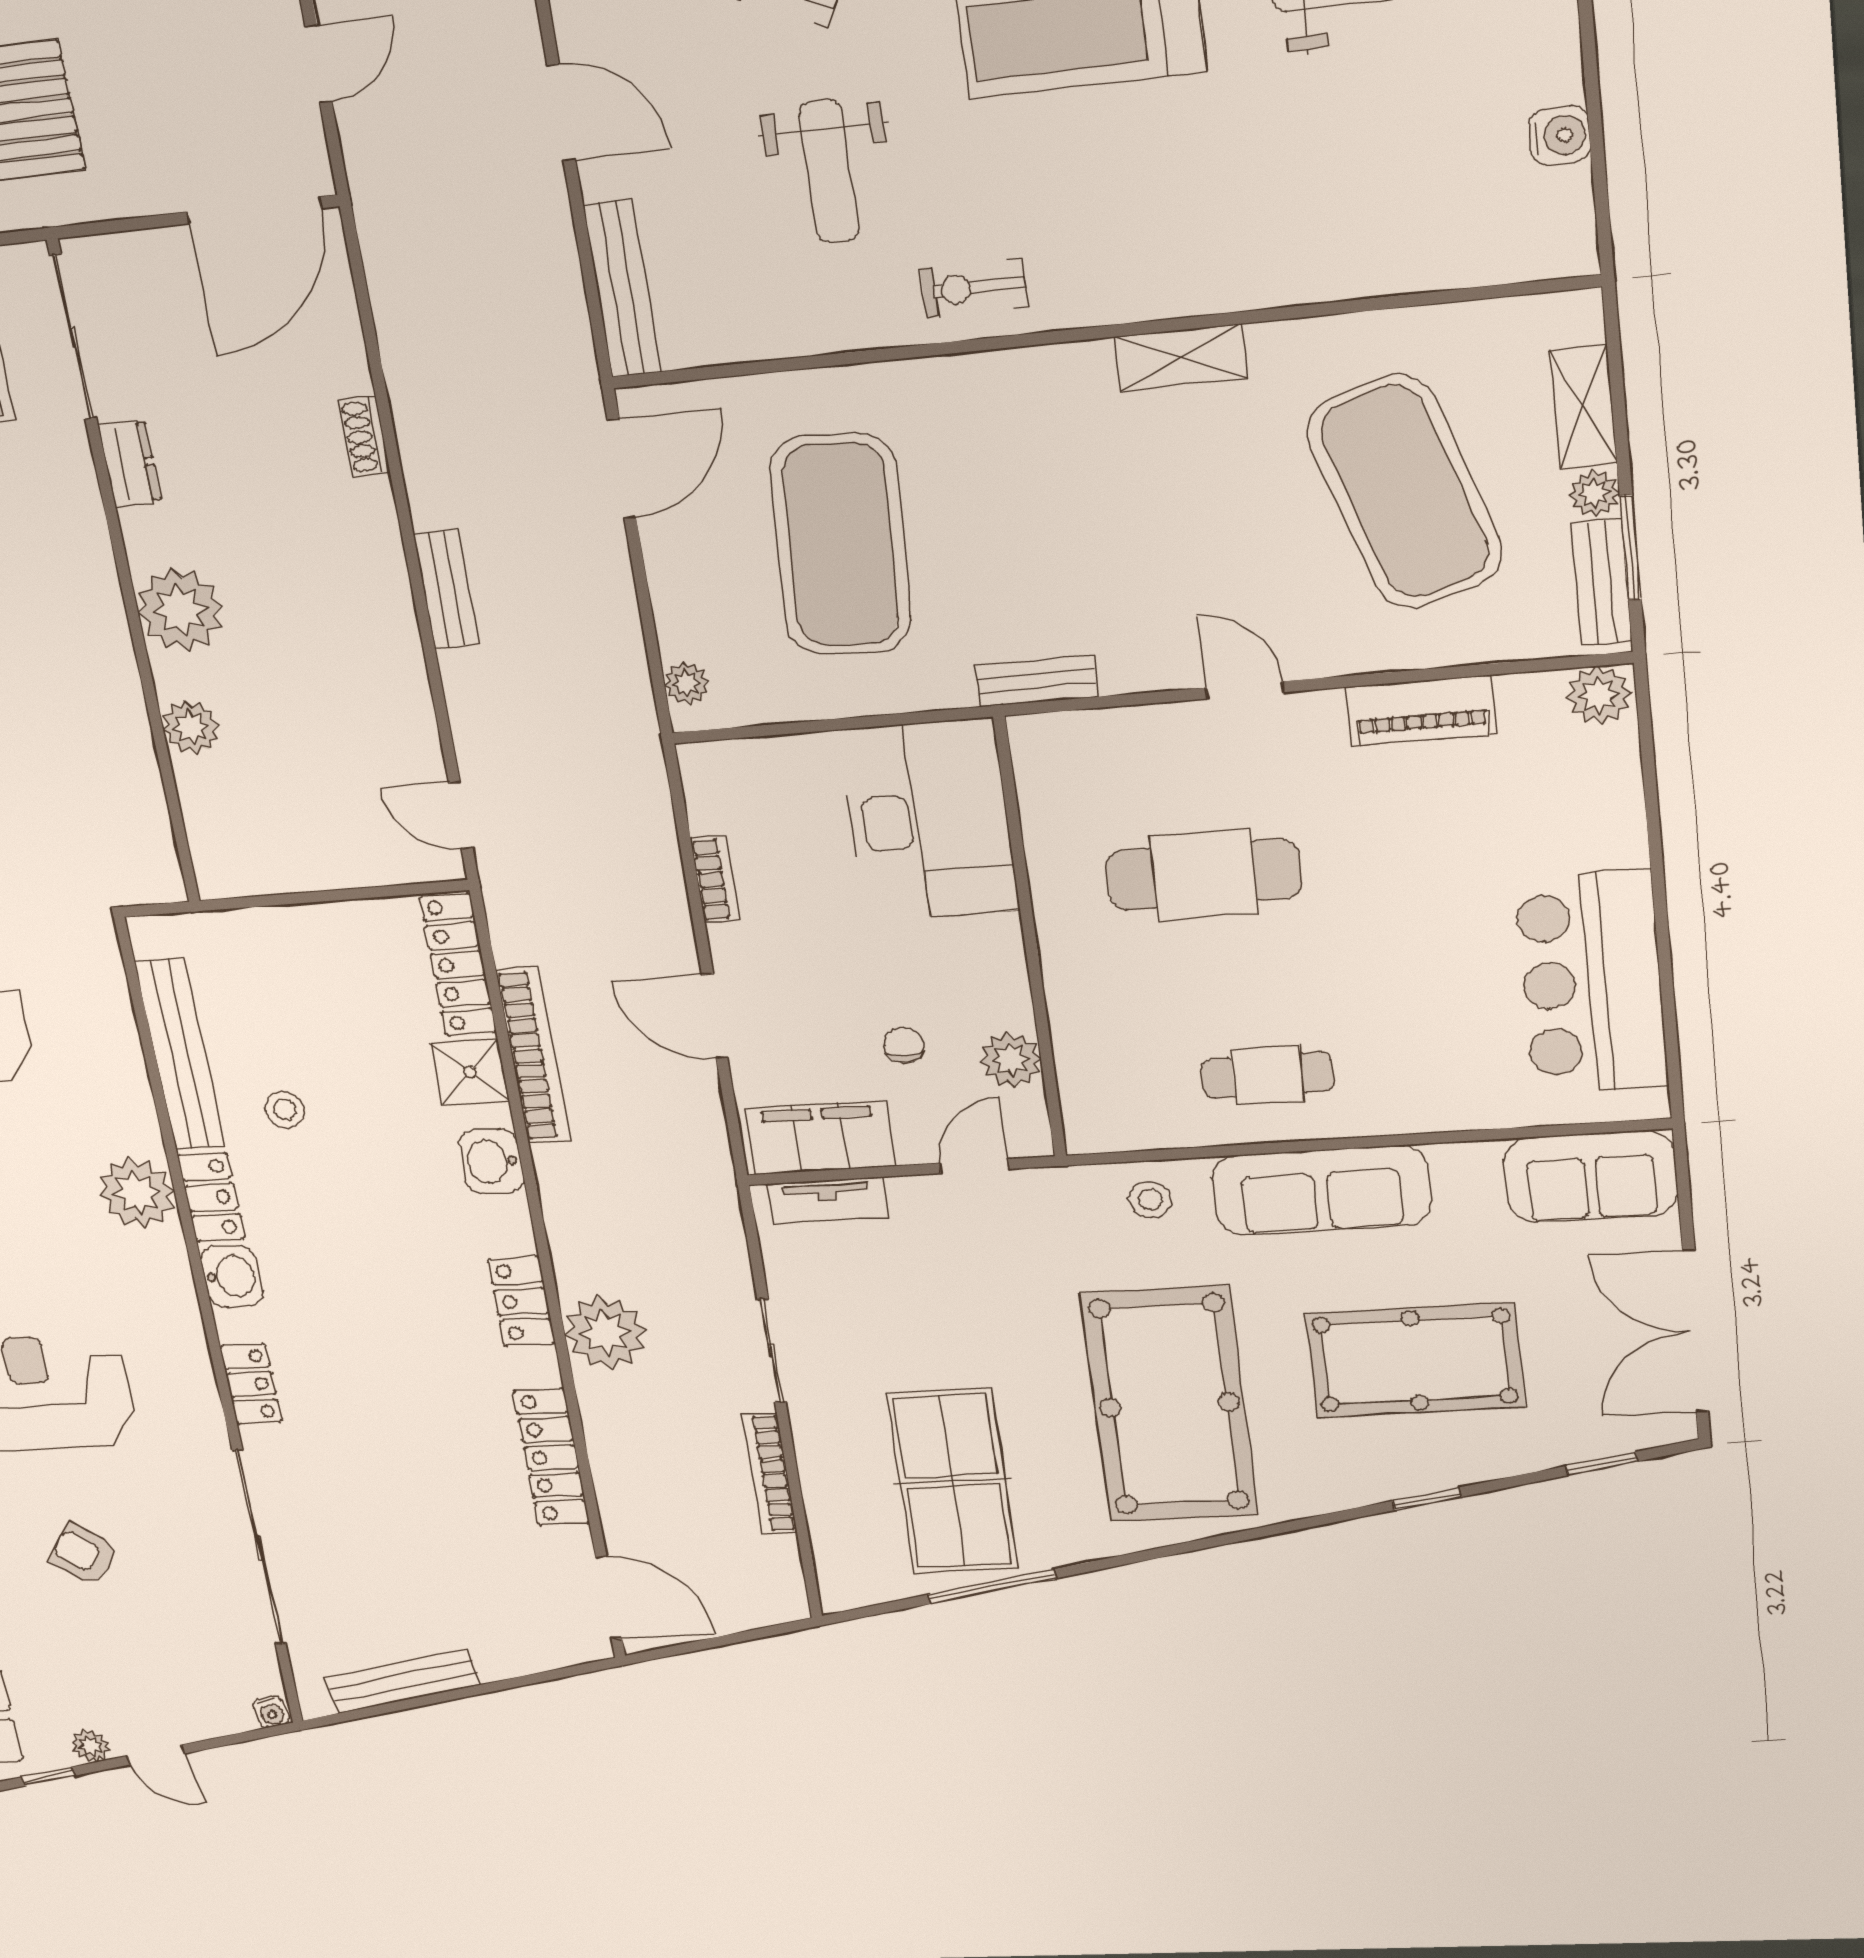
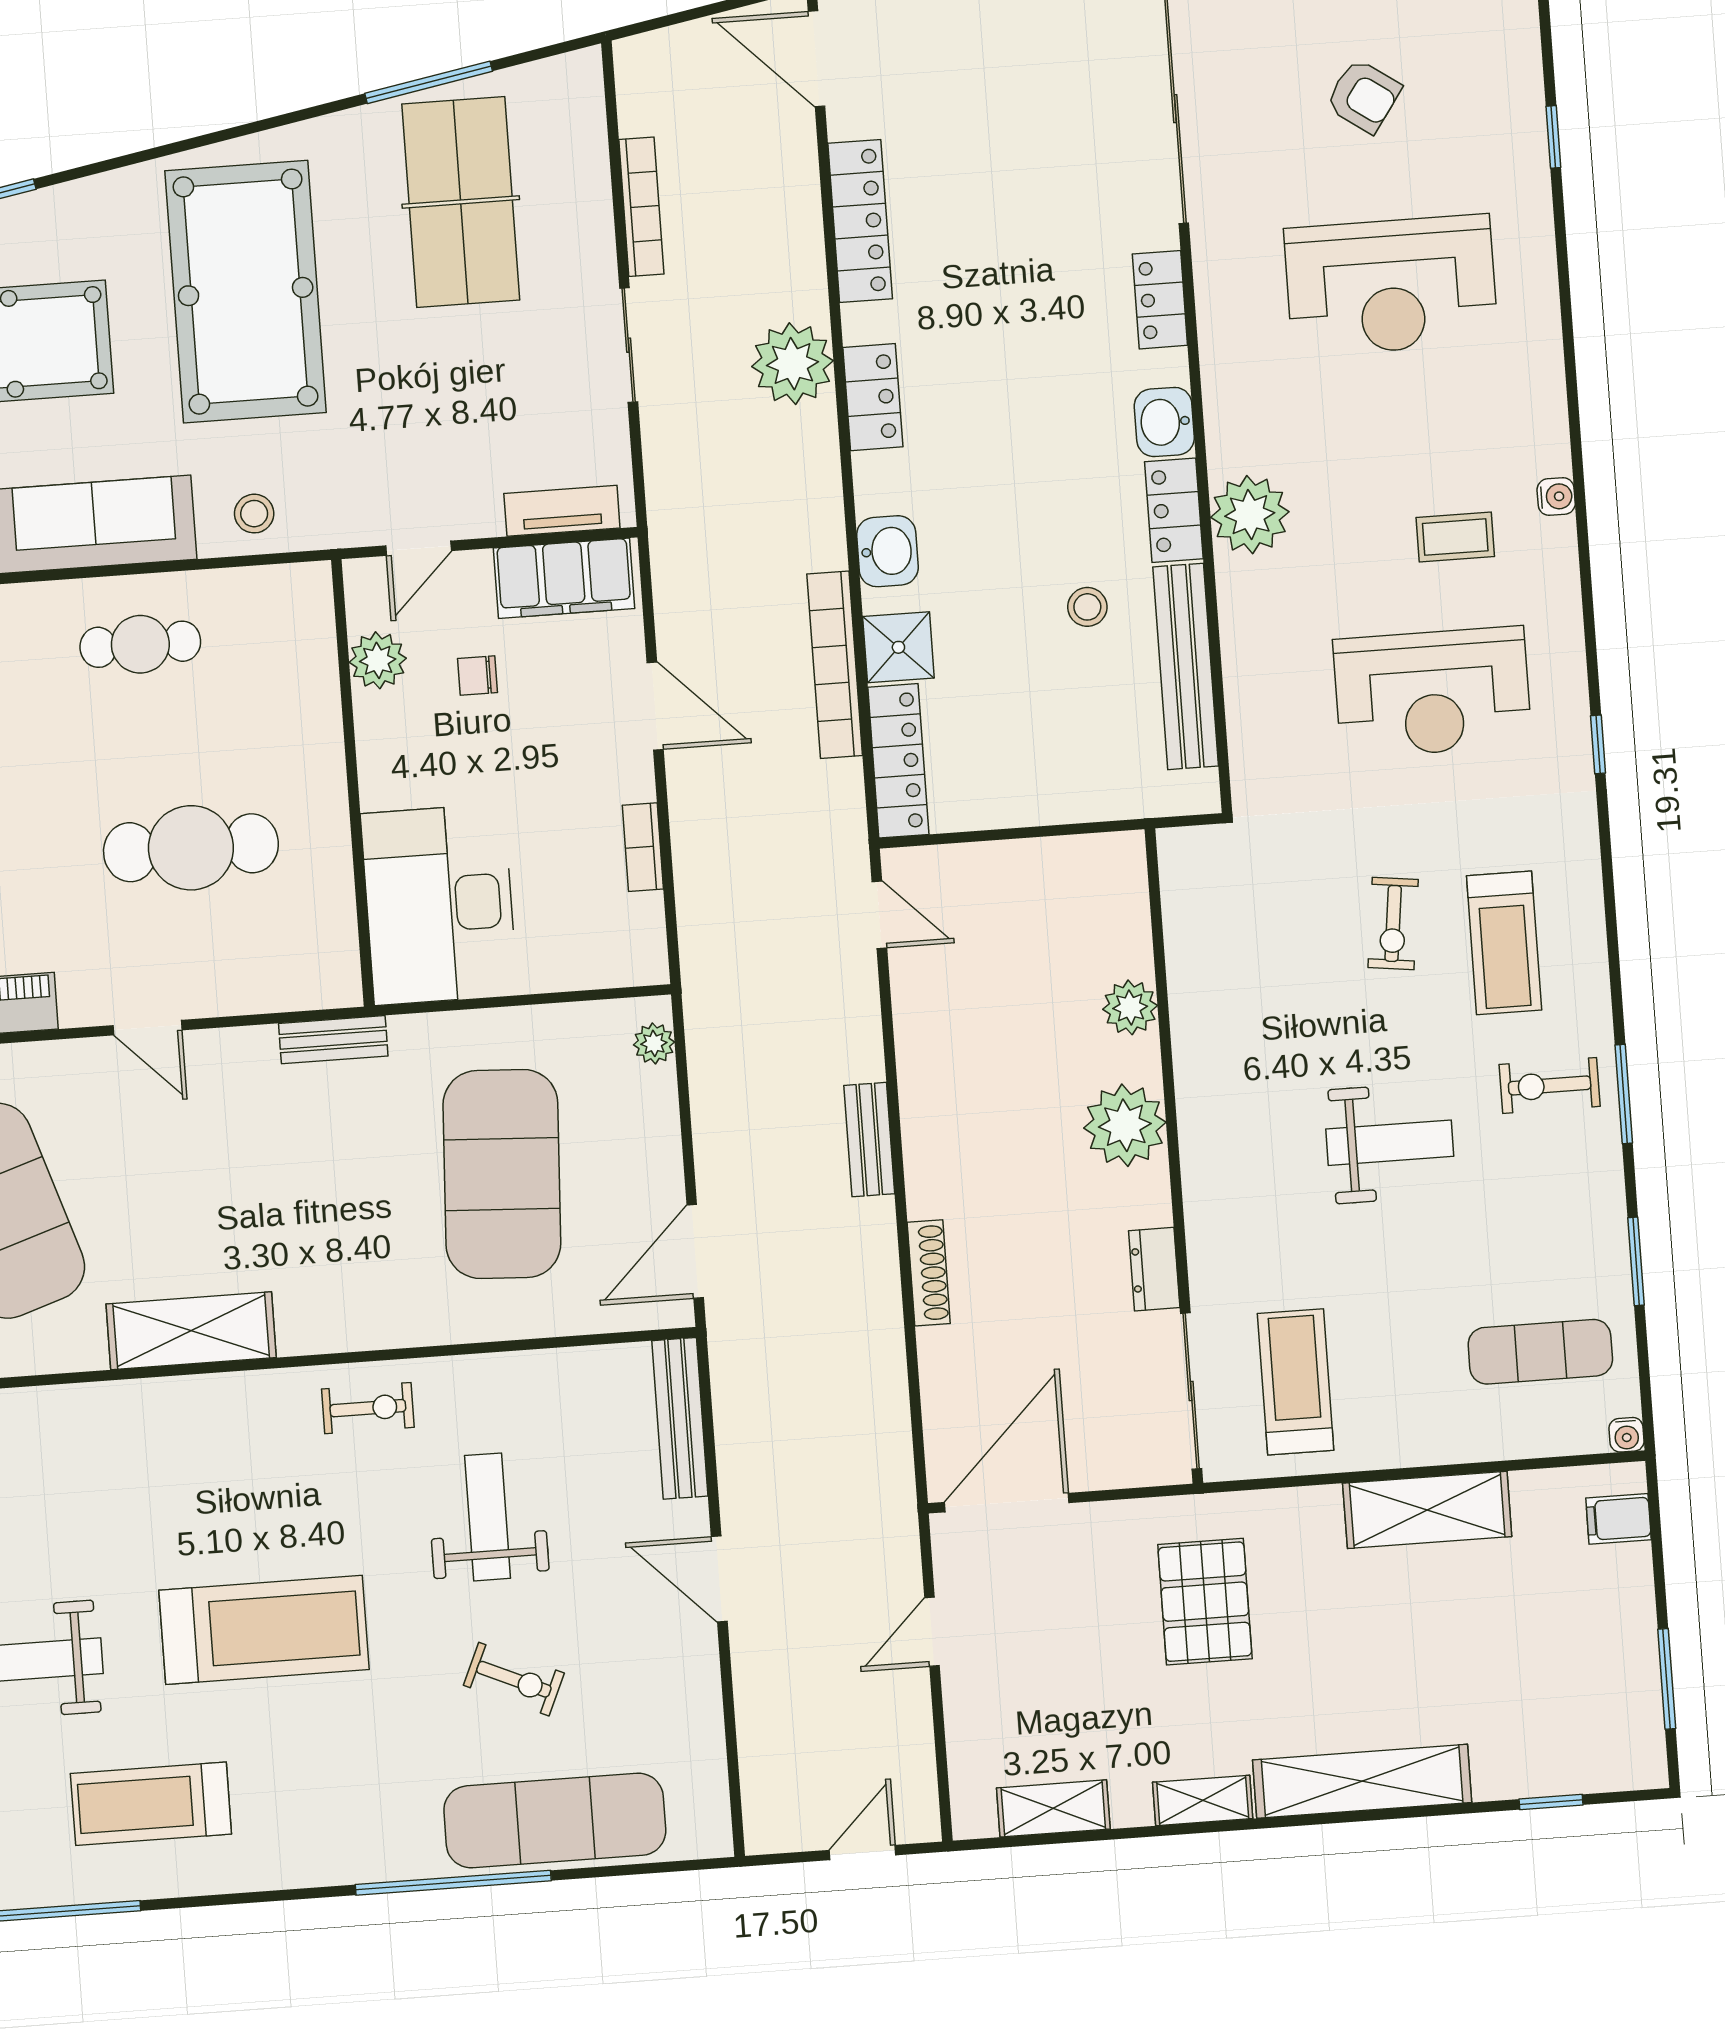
shelving: (1181, 358) -> (191, 1331), width x1.50, depth x1.33
shoe rack: (364, 436) -> (929, 1273), width x1.43
chair: (904, 1045) -> (477, 676), turned 90

